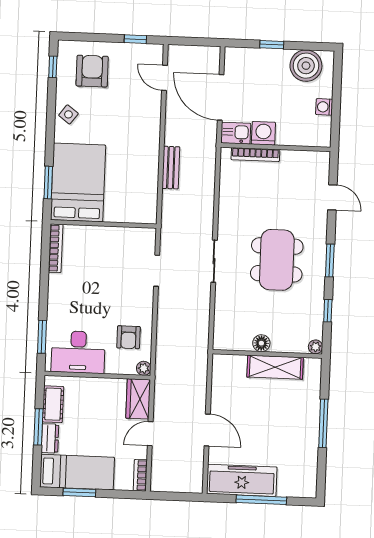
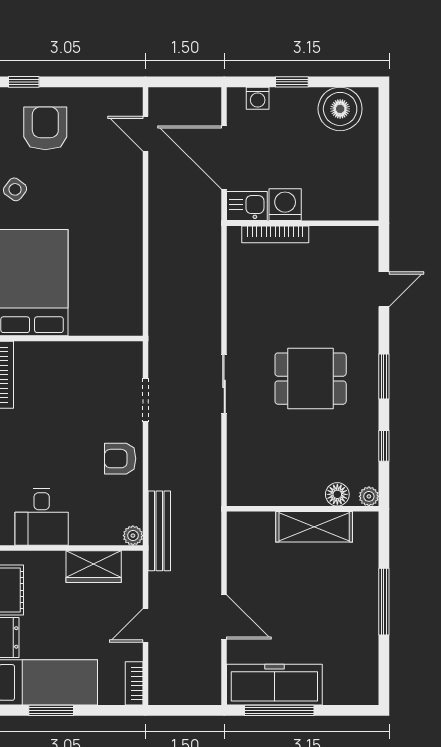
window: (135, 39) -> (24, 82), moved
washing machine: (324, 107) -> (258, 98), moved, turned -90
bench: (171, 168) -> (159, 531), moved, width x1.36
door: (332, 197) -> (384, 289), hinge flipped
dining table: (277, 260) -> (311, 379), width x0.73
armchair: (128, 337) -> (120, 459), moved, turned 90
floor lamp: (261, 343) -> (337, 494), moved
desk: (78, 352) -> (42, 517), width x0.73
wardrobe: (138, 399) -> (94, 567), moved, turned -90
window: (261, 500) -> (279, 710), moved

